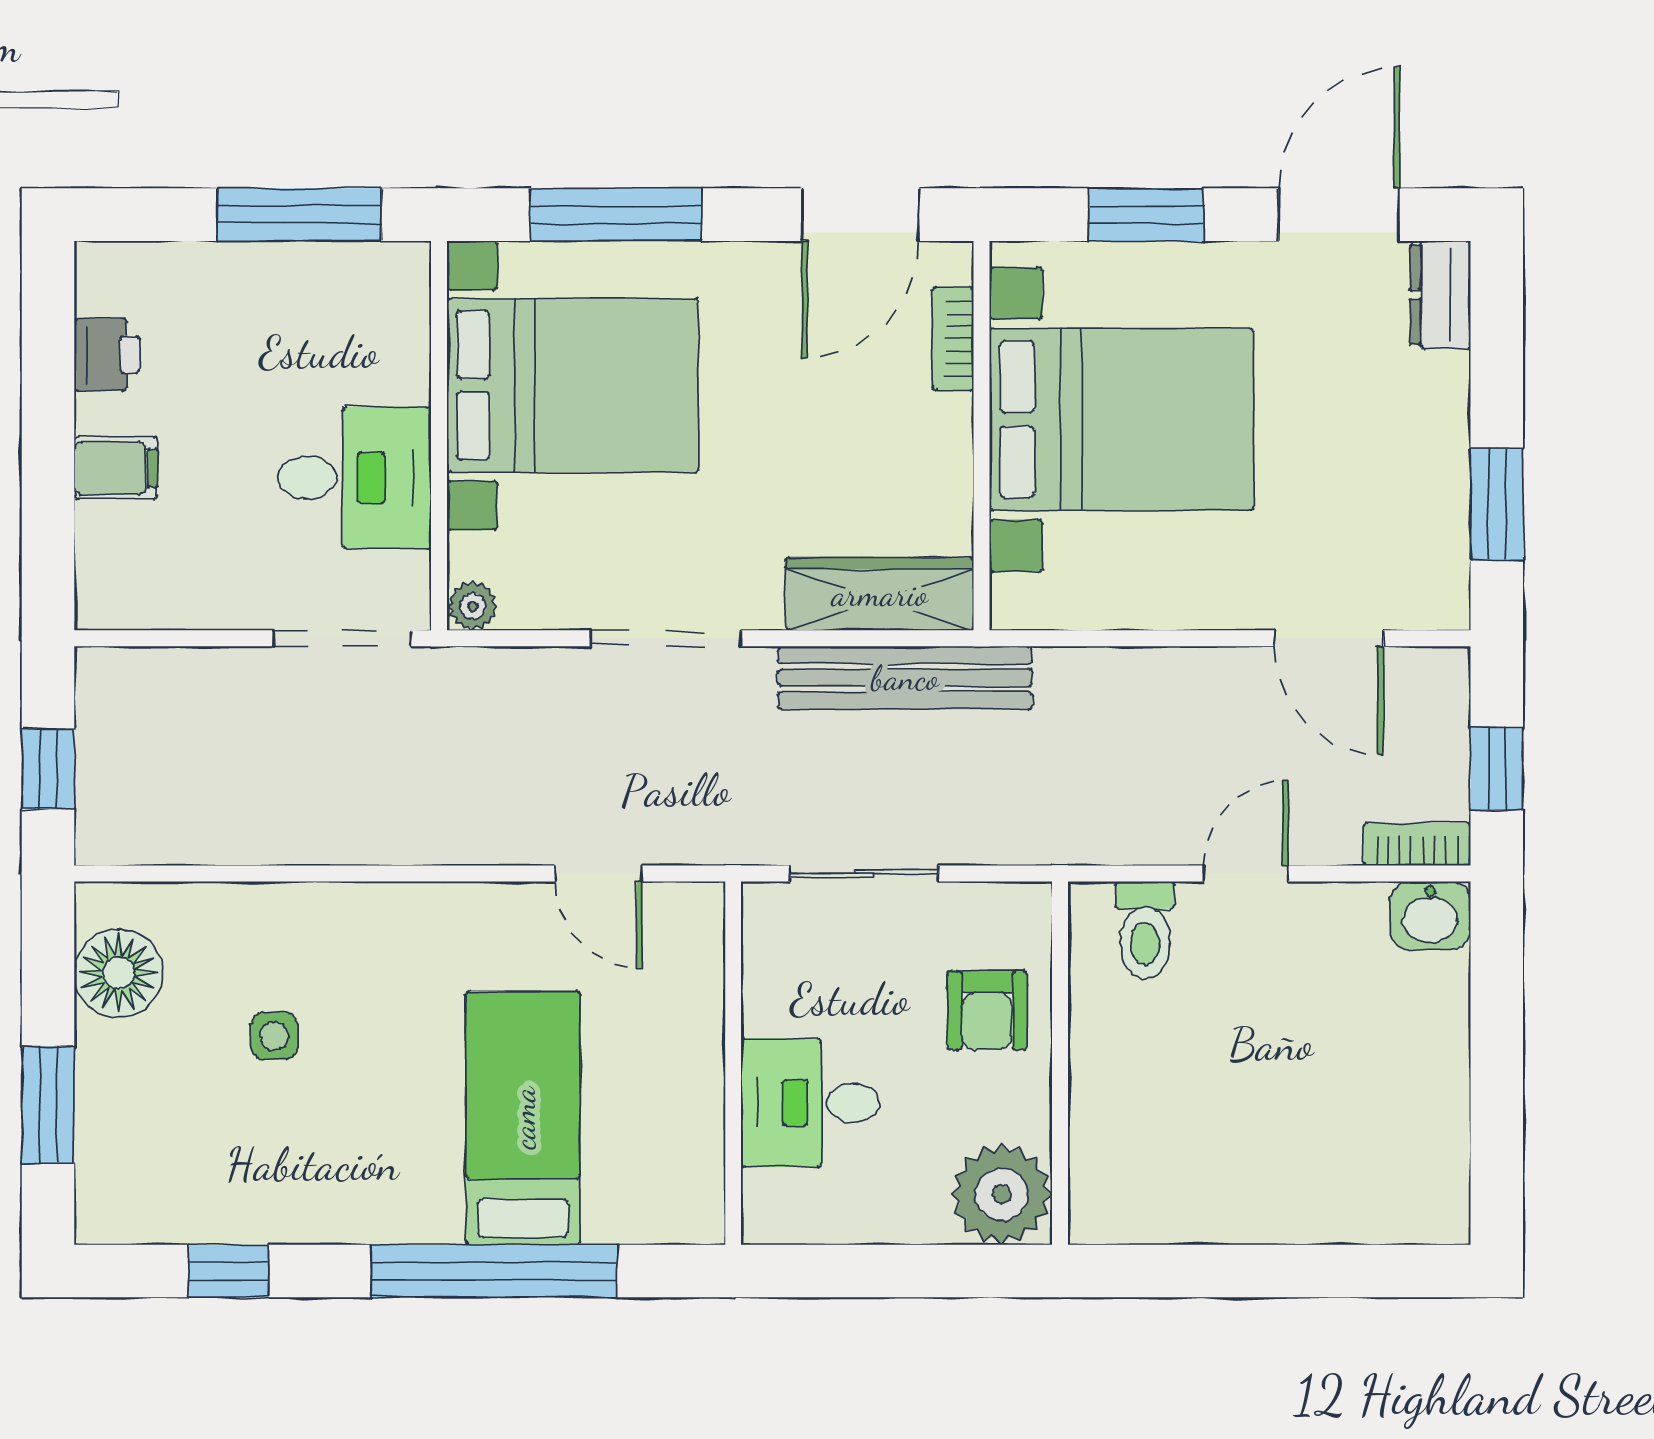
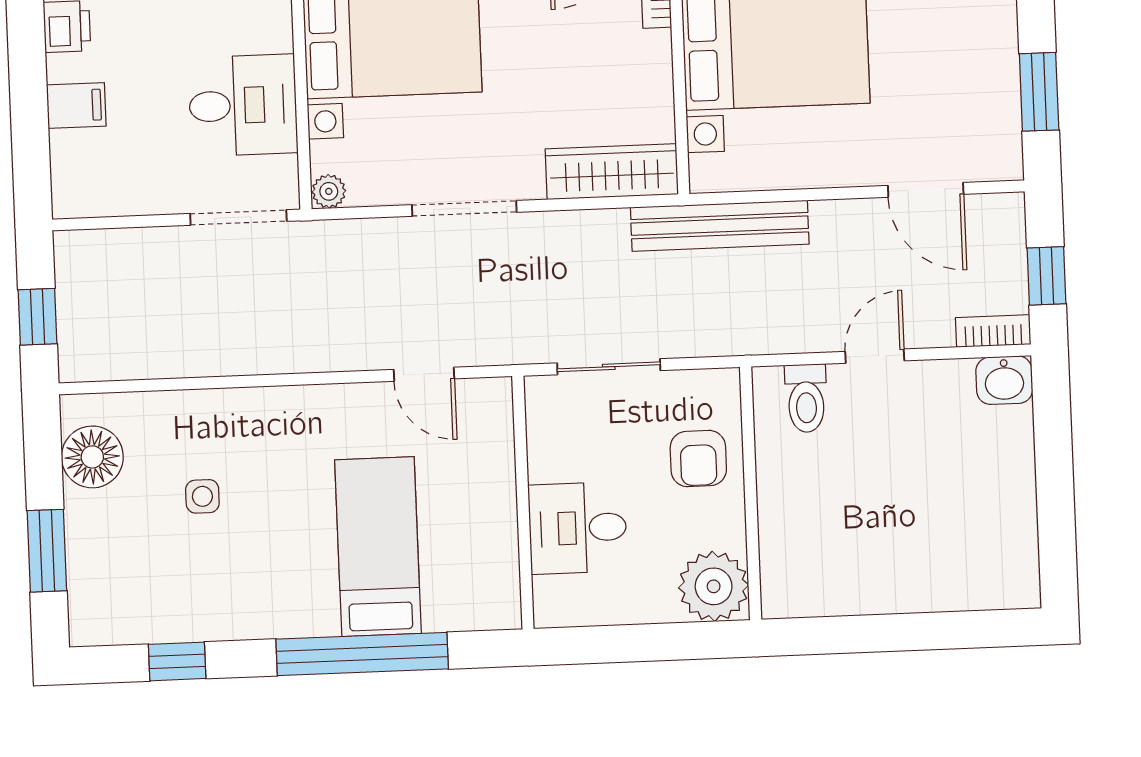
bench: (905, 678) -> (720, 226), moved

